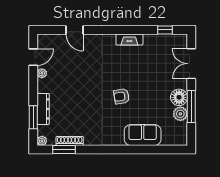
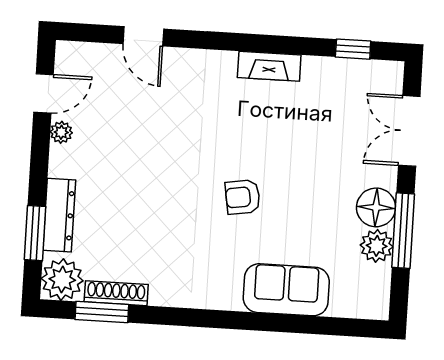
plant: (42, 141) -> (62, 280), width x1.87, depth x1.87

